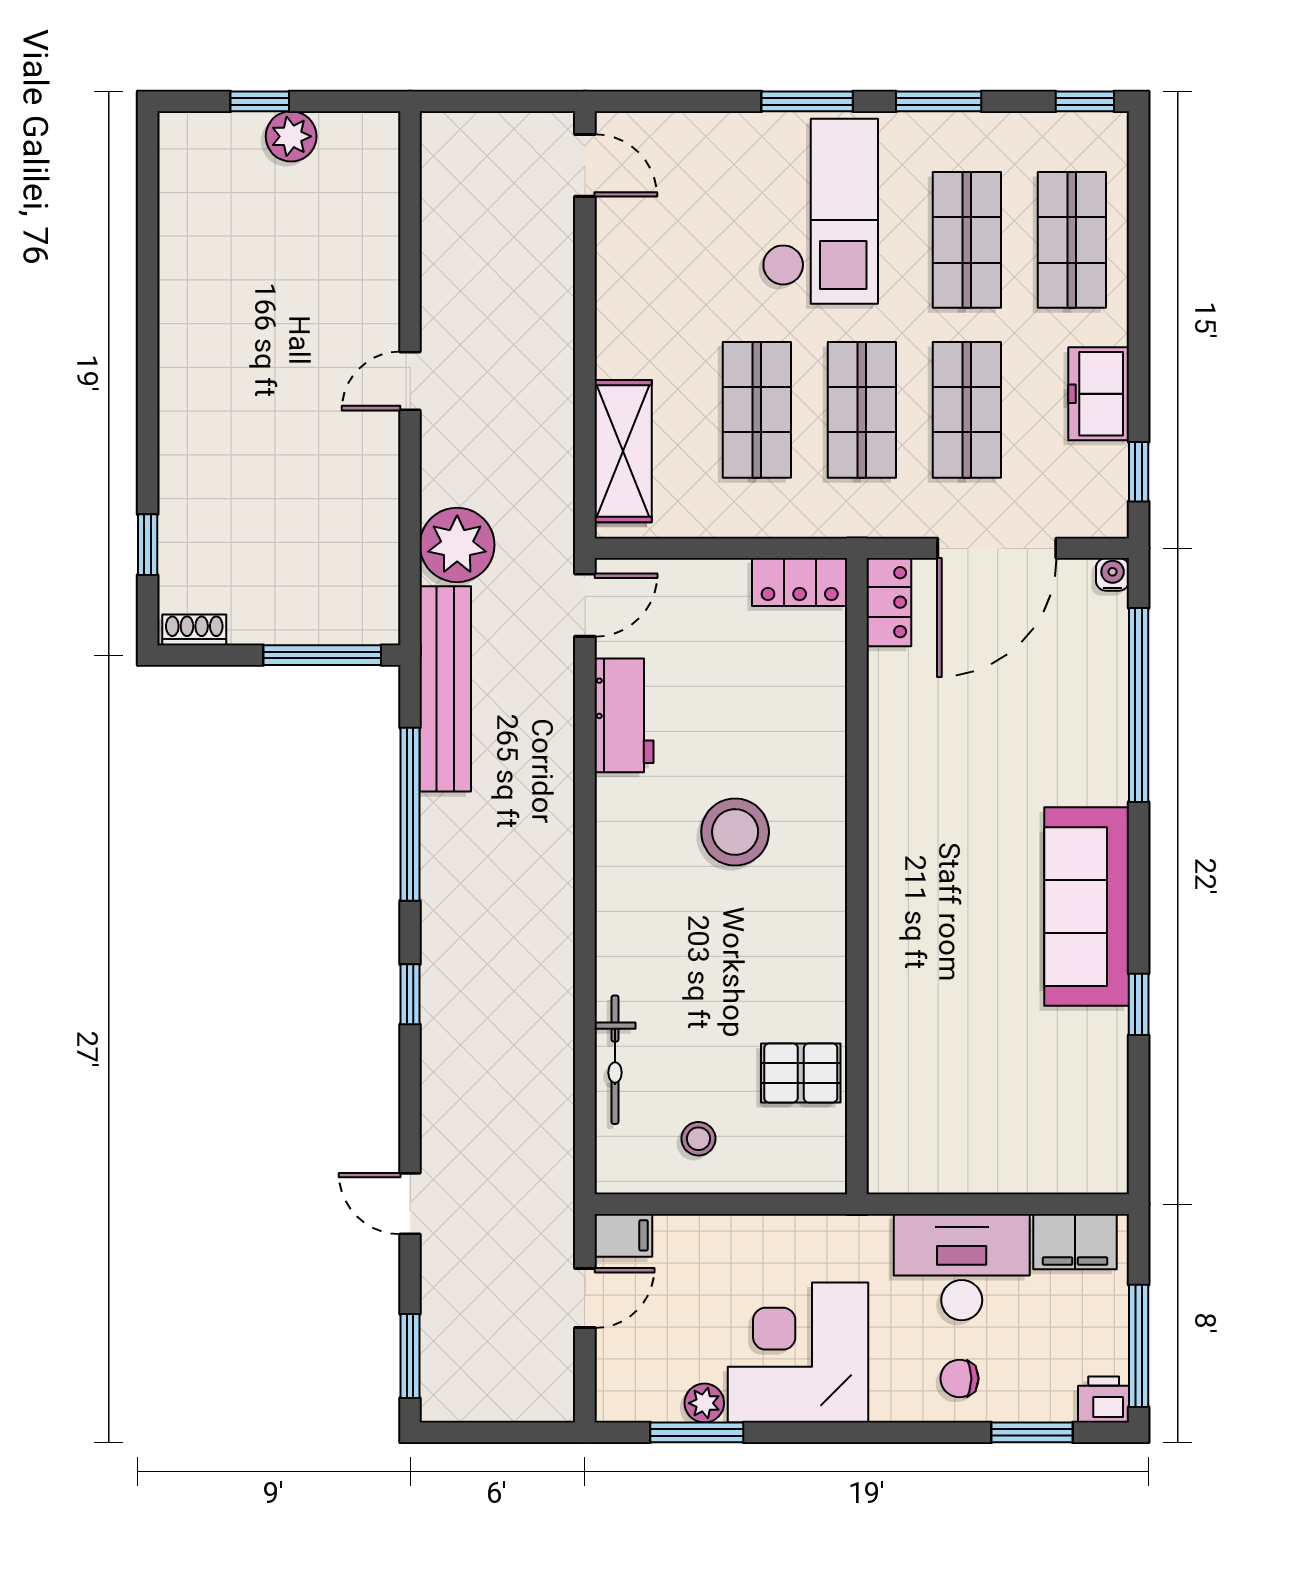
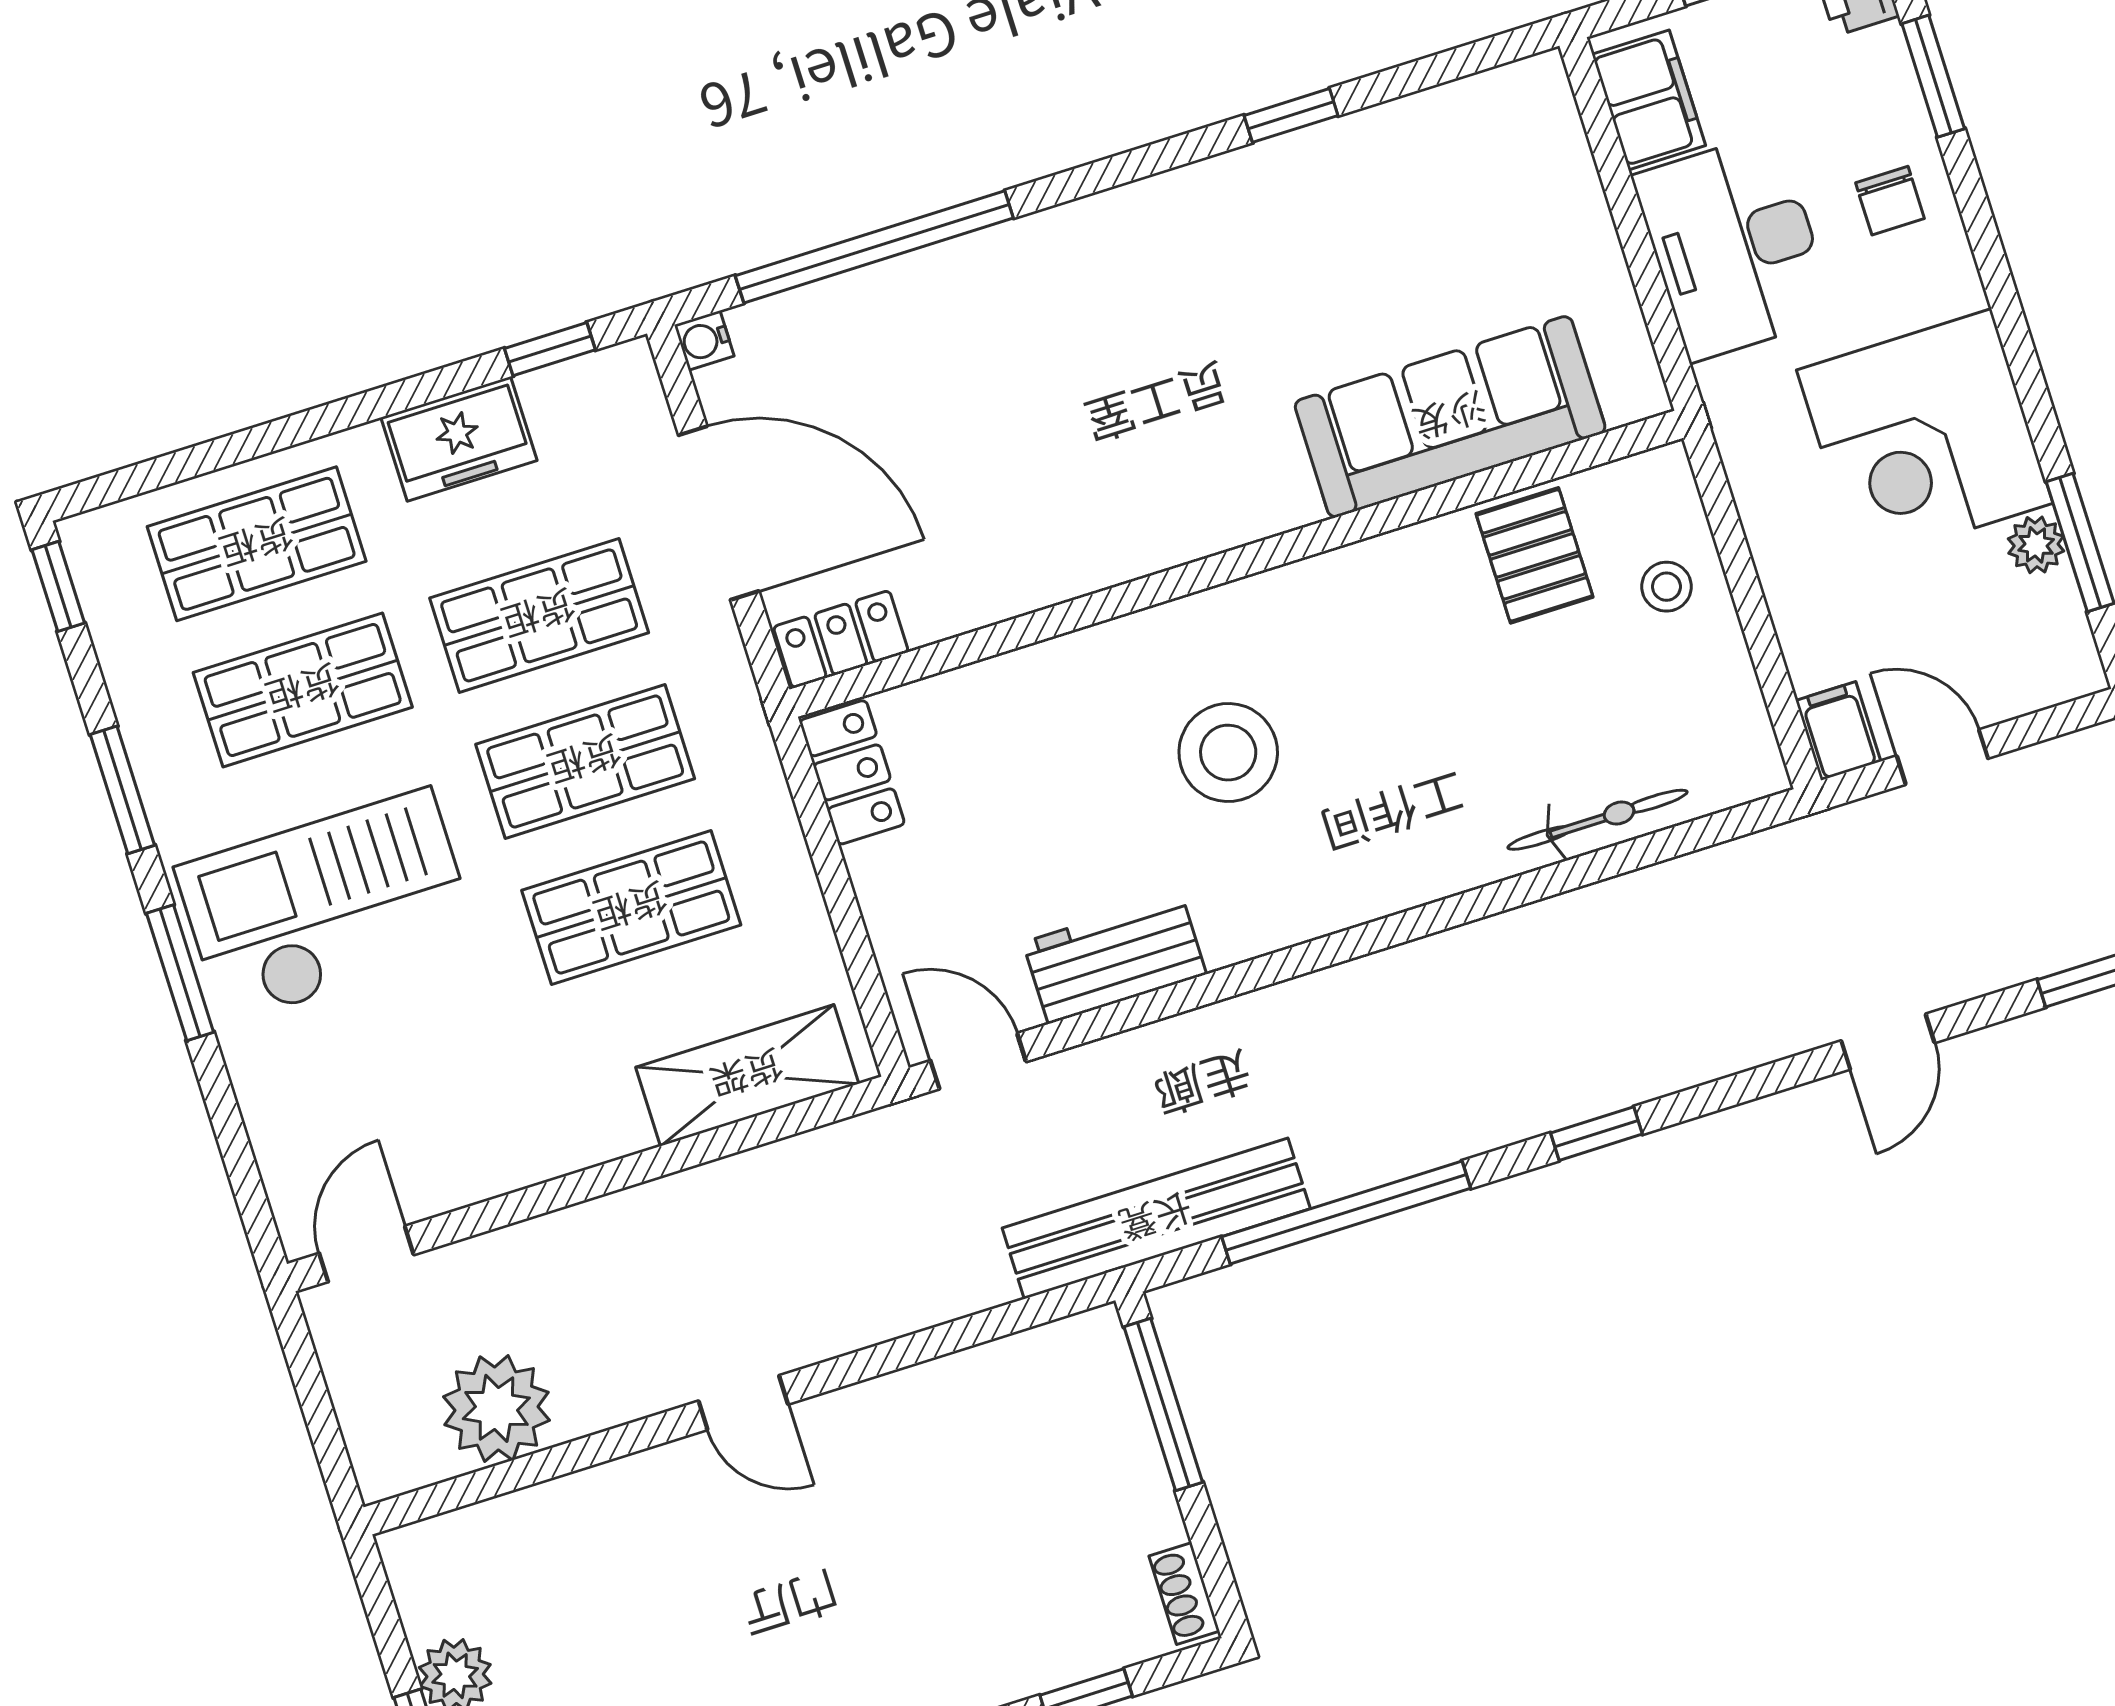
plant: (457, 545) -> (496, 1408), moved
sofa: (1087, 907) -> (1450, 417), moved, turned 180
stool: (698, 1139) -> (1666, 587), moved

